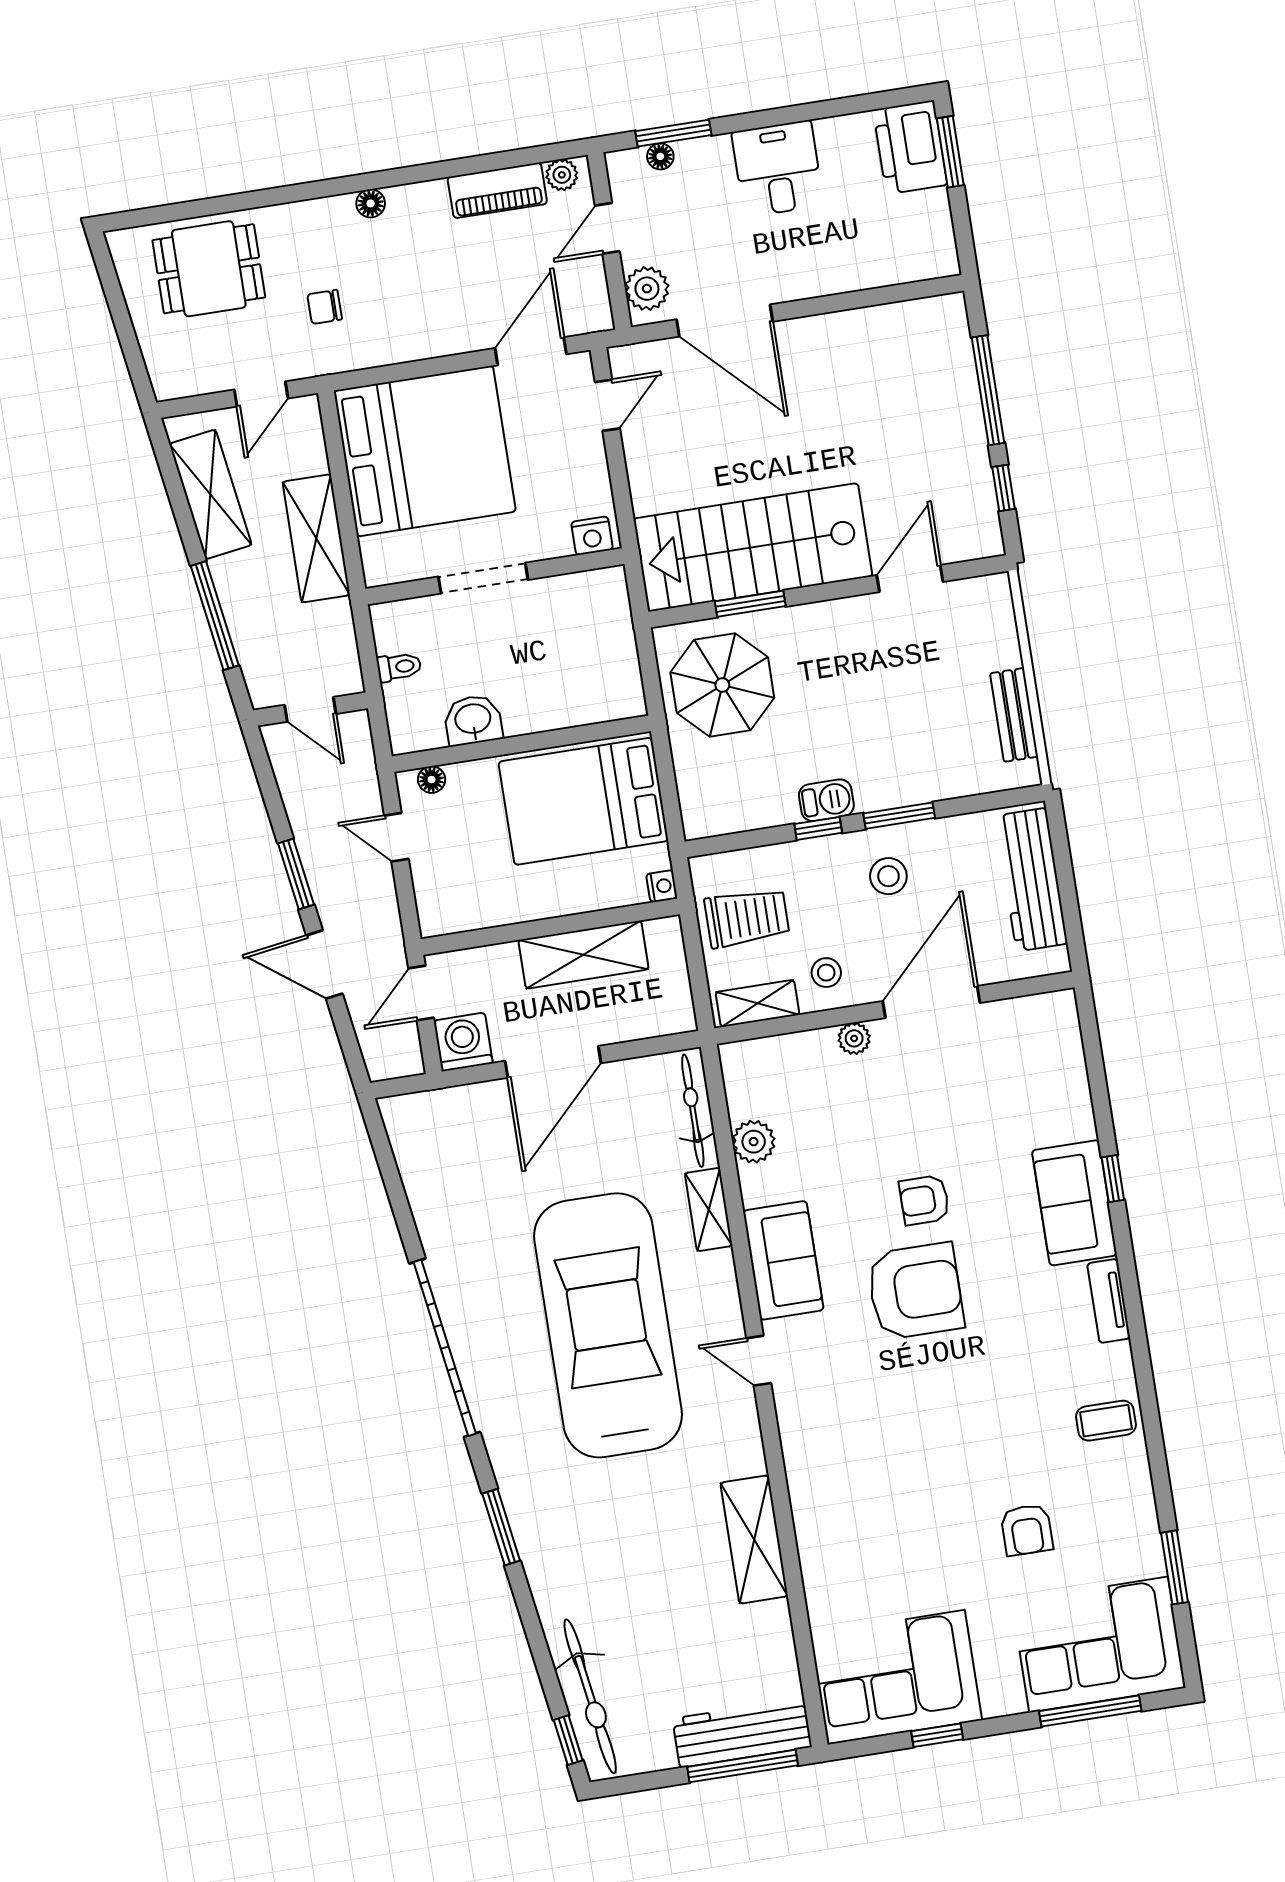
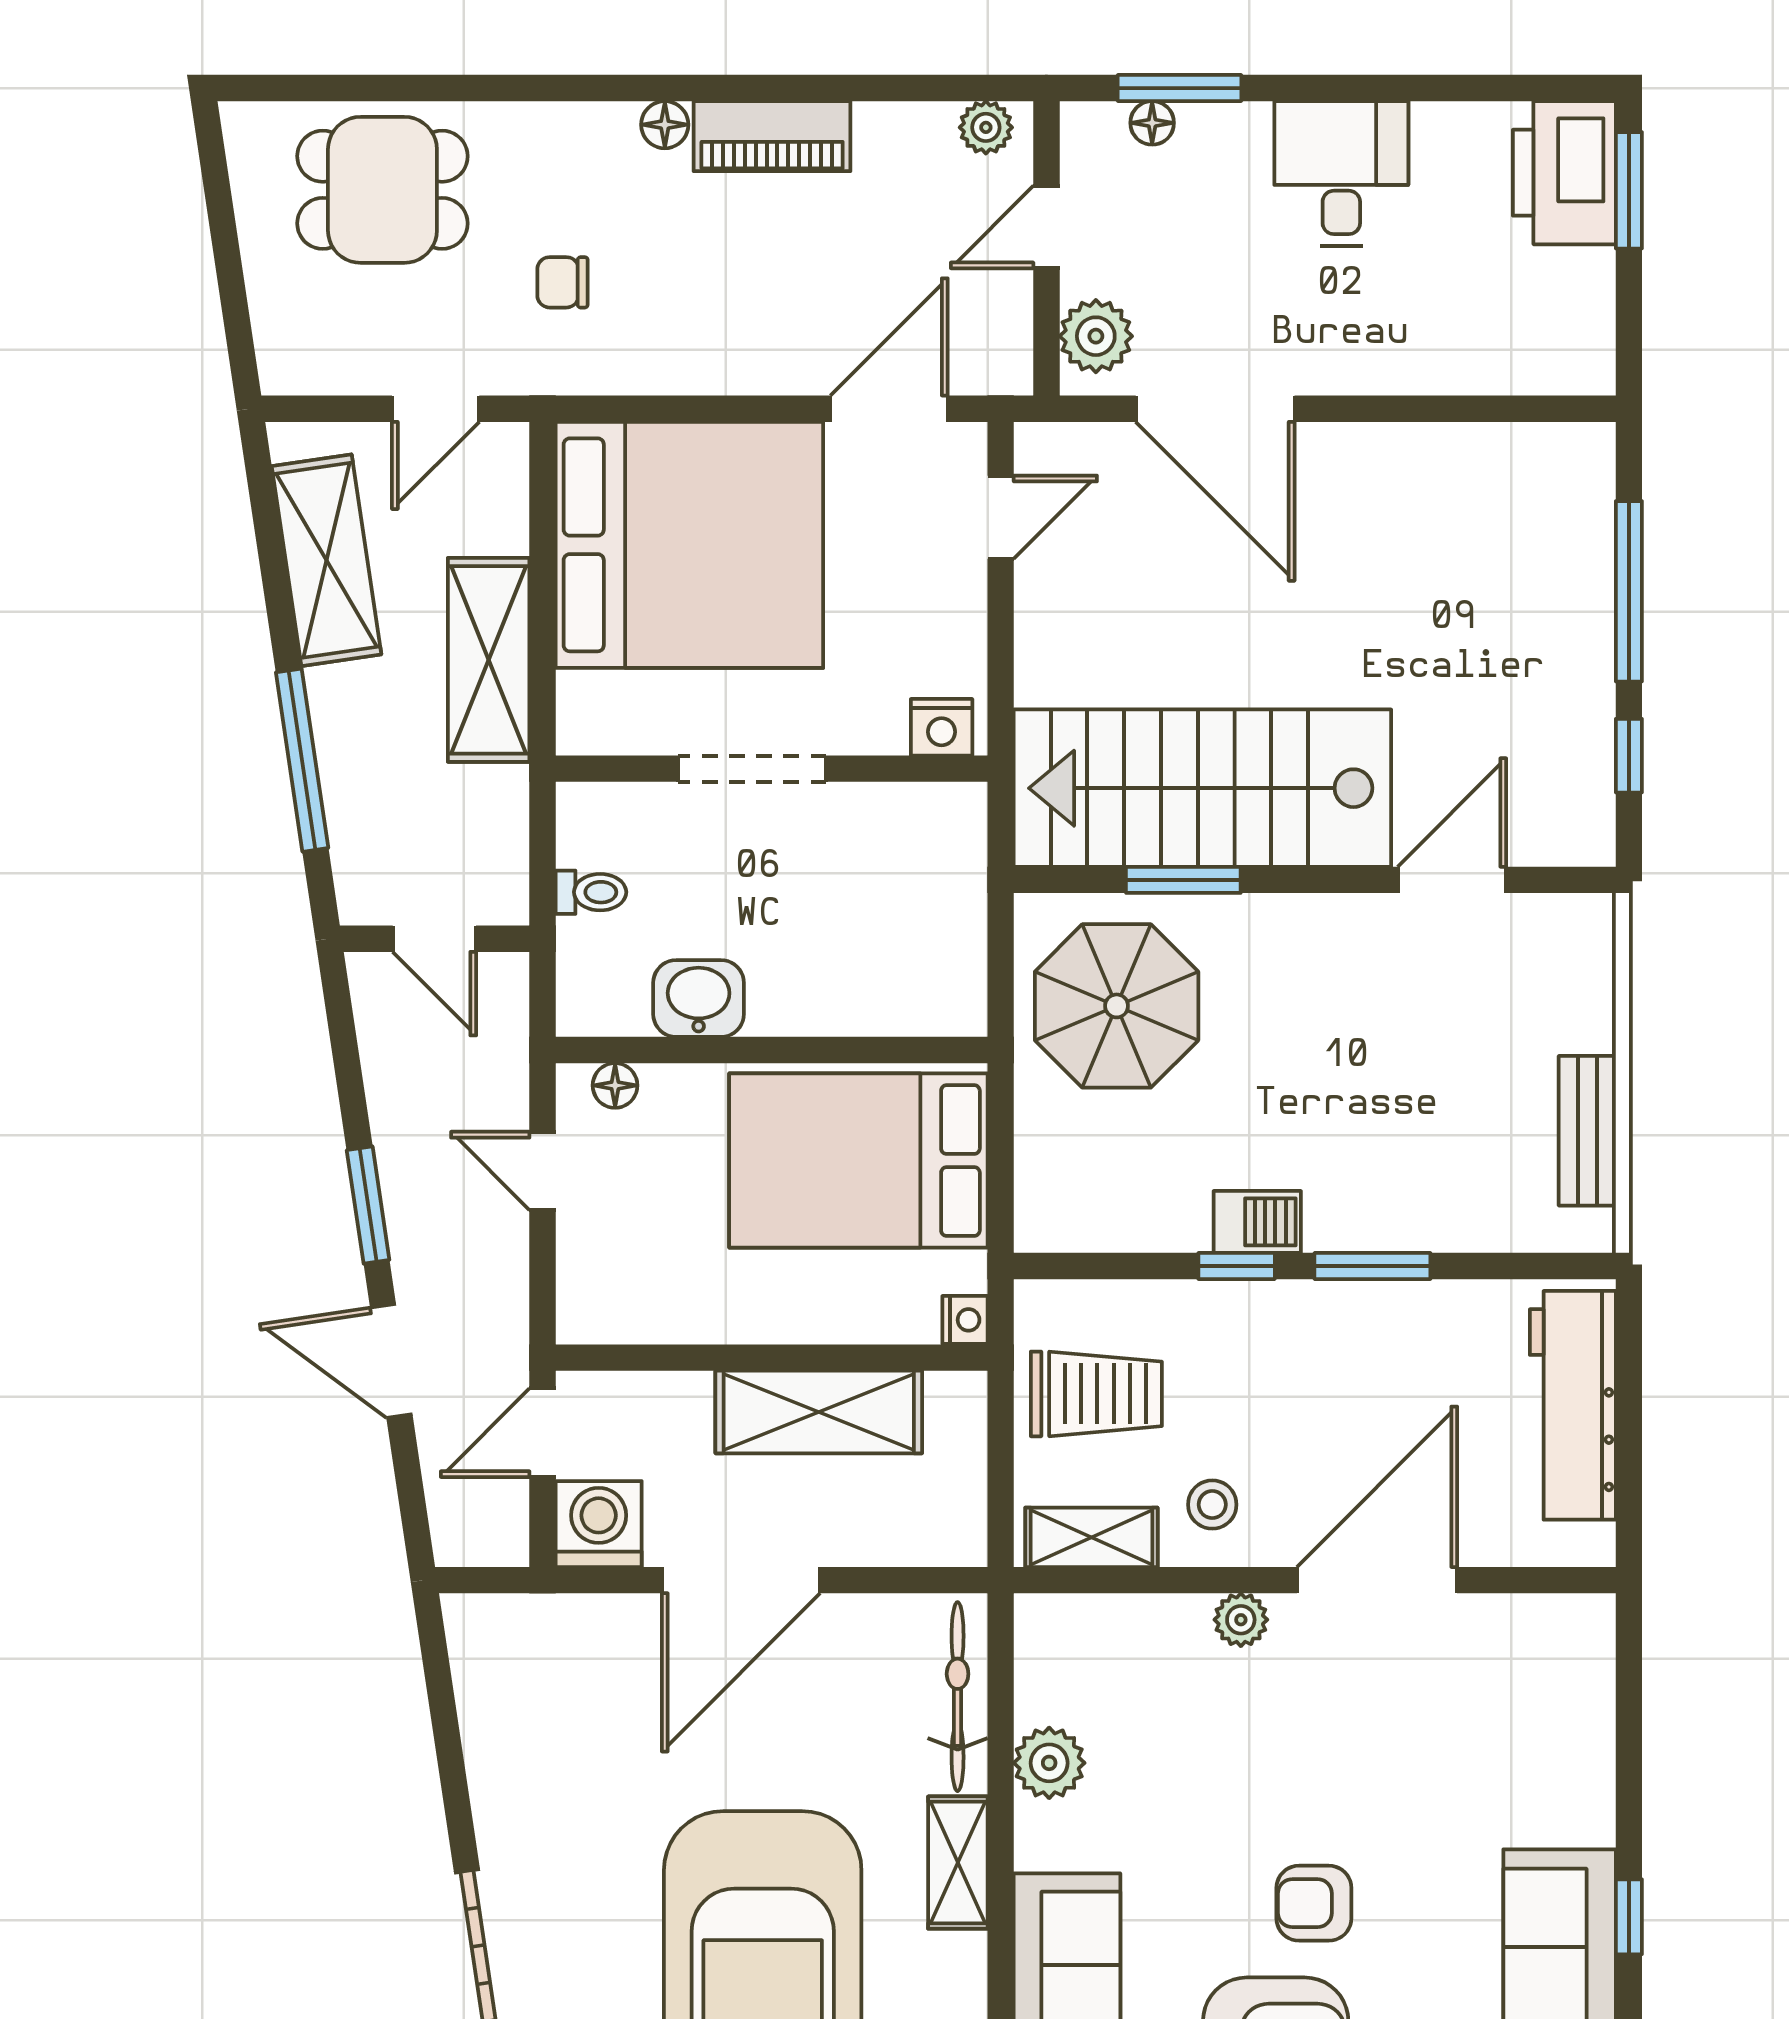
piano: (497, 190) -> (772, 136), moved
stool: (888, 876) -> (1339, 1363), removed

